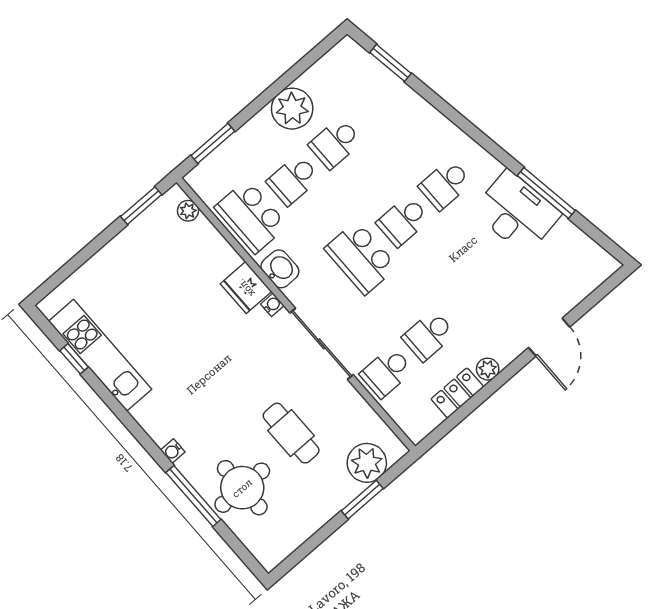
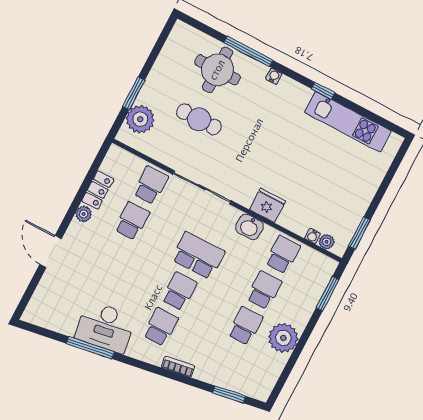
bookcase: (442, 124) -> (178, 367), added
school desk: (251, 216) -> (283, 255), width x0.54
water cooler: (272, 305) -> (313, 236), moved
window: (74, 359) -> (323, 91), moved

